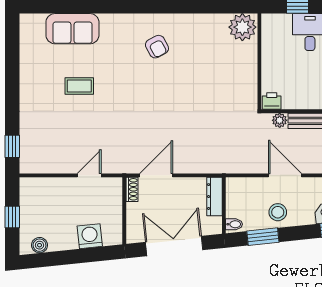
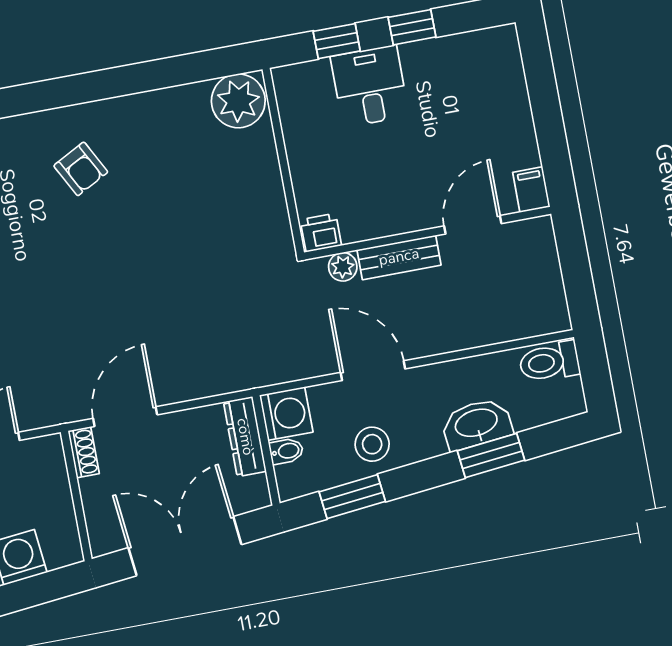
washing machine: (237, 189) -> (286, 414), added
bidet: (234, 224) -> (286, 451), moved

